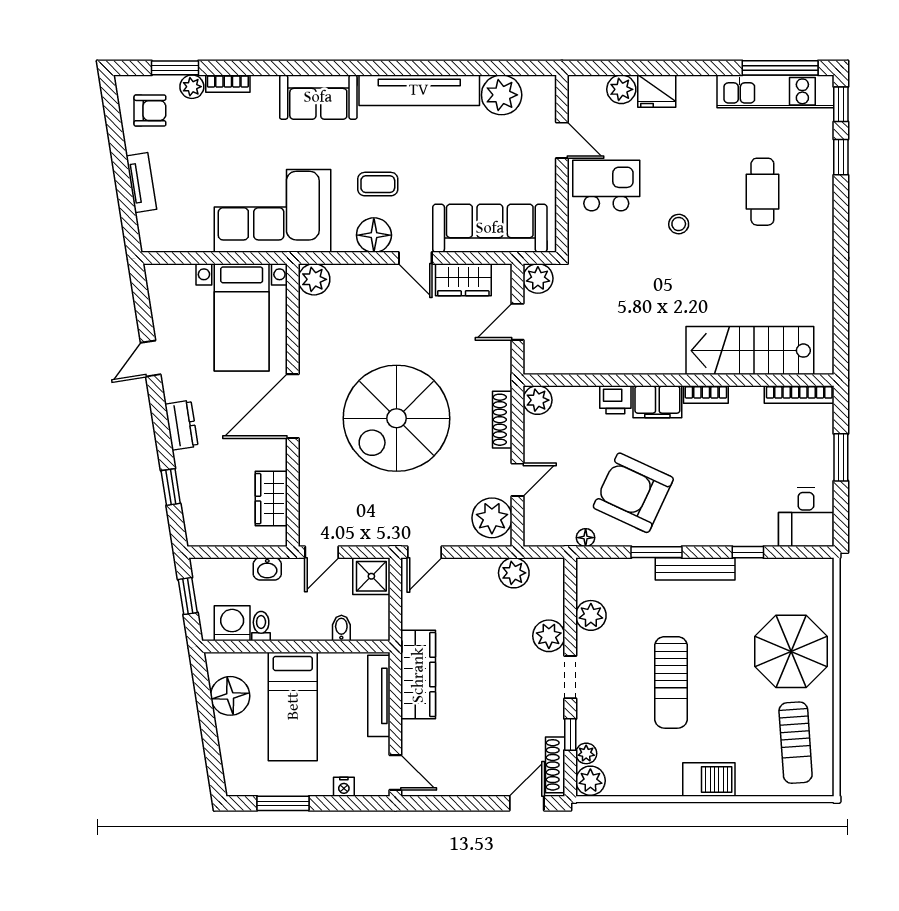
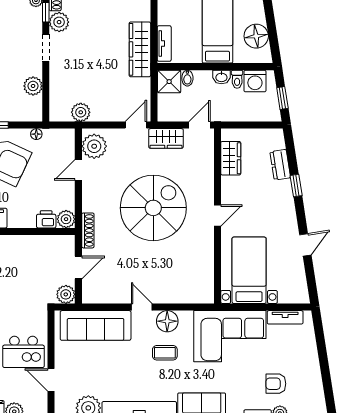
armchair: (150, 111) -> (276, 384), moved
tv unit: (141, 183) -> (285, 317), moved, turned -81
plant: (314, 279) -> (204, 294), removed
wardrobe: (463, 280) -> (166, 138), moved, turned 180
printer: (615, 400) -> (46, 219), moved
door: (293, 406) -> (217, 215), width x0.53
shoe rack: (502, 420) -> (88, 230), moved
dresser: (181, 425) -> (280, 165), moved
window: (171, 487) -> (296, 186), moved
washbasin: (267, 569) -> (221, 77), moved, turned 180
shower: (371, 576) -> (169, 82), moved
plant: (549, 636) -> (59, 22), moved
tv unit: (379, 696) -> (164, 44), width x0.71

